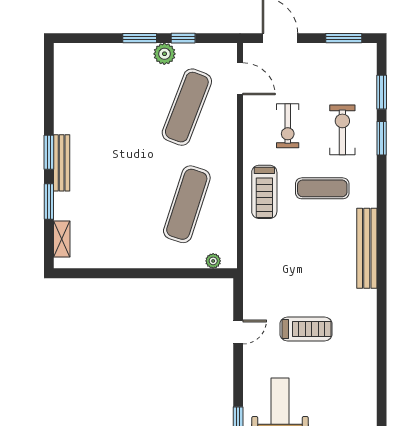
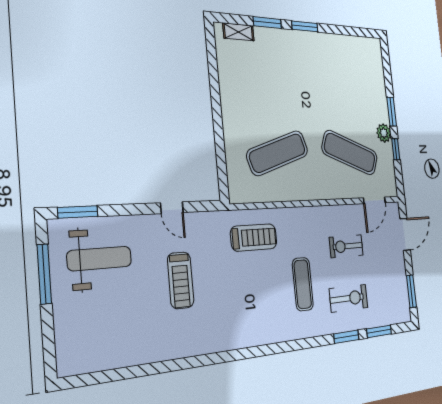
bench: (62, 163) -> (298, 37), removed
treadmill: (264, 192) -> (254, 237), moved, turned 180
exercise mat: (187, 204) -> (278, 153), turned -36
bench: (367, 248) -> (258, 336), removed
plant: (213, 261) -> (233, 180), removed

